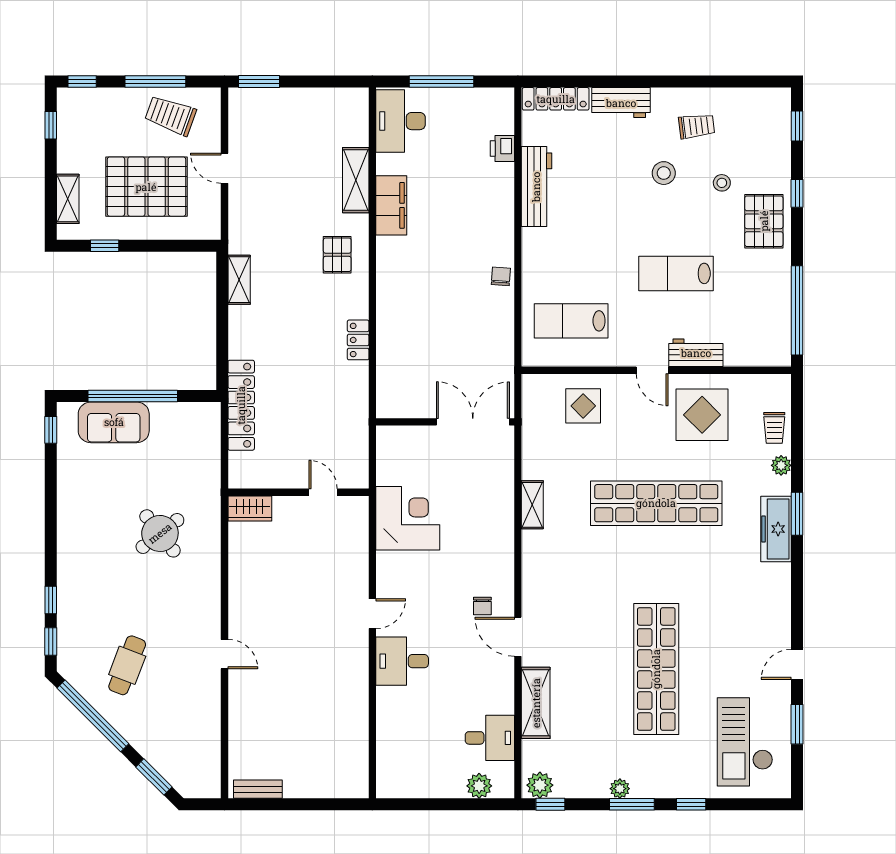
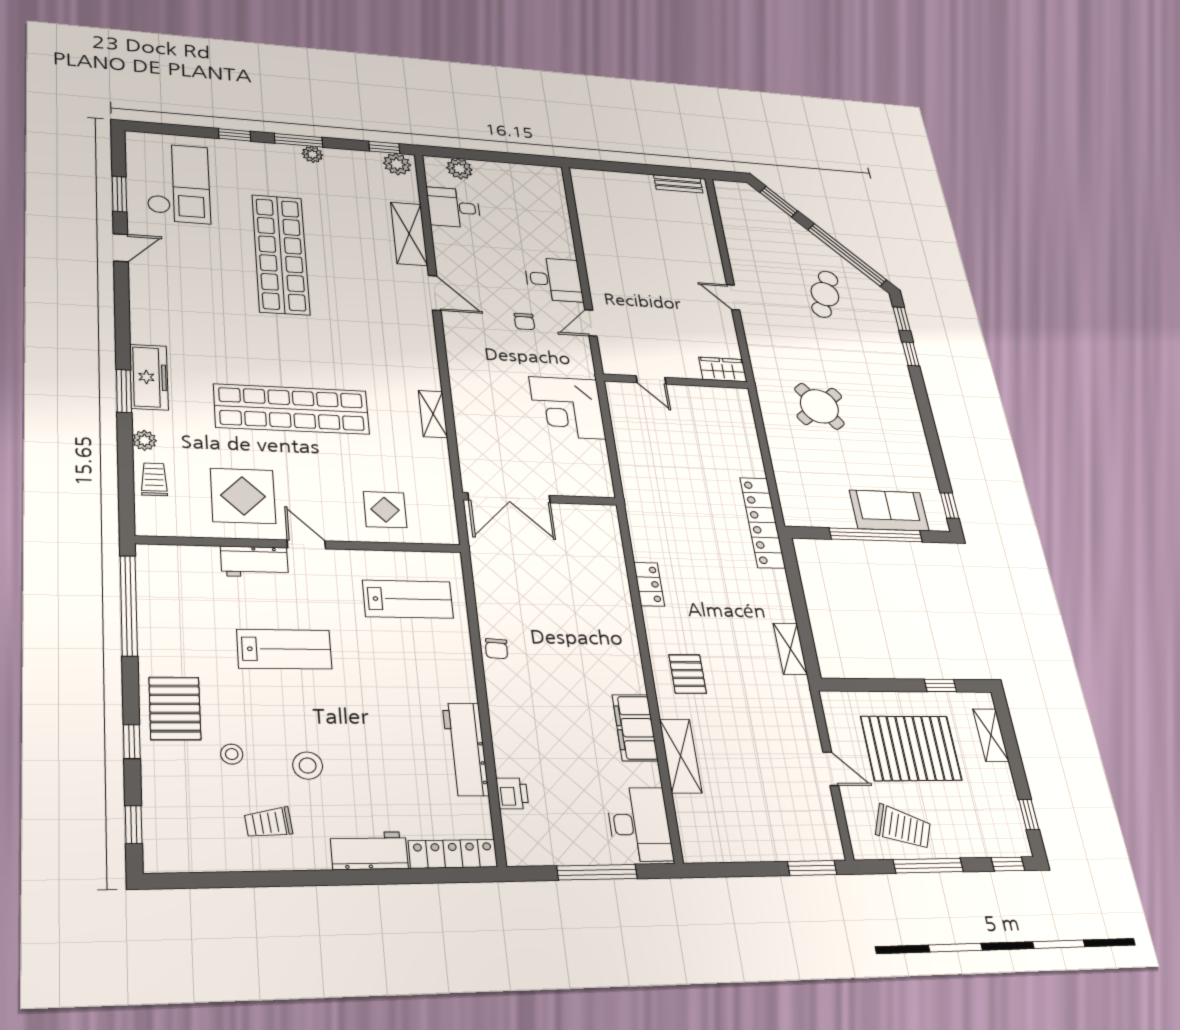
wall: (298, 492) -> (676, 381), moved
door: (323, 492) -> (651, 380), moved
wardrobe: (250, 508) -> (723, 369), moved
chair: (482, 606) -> (524, 322), moved, turned 180

